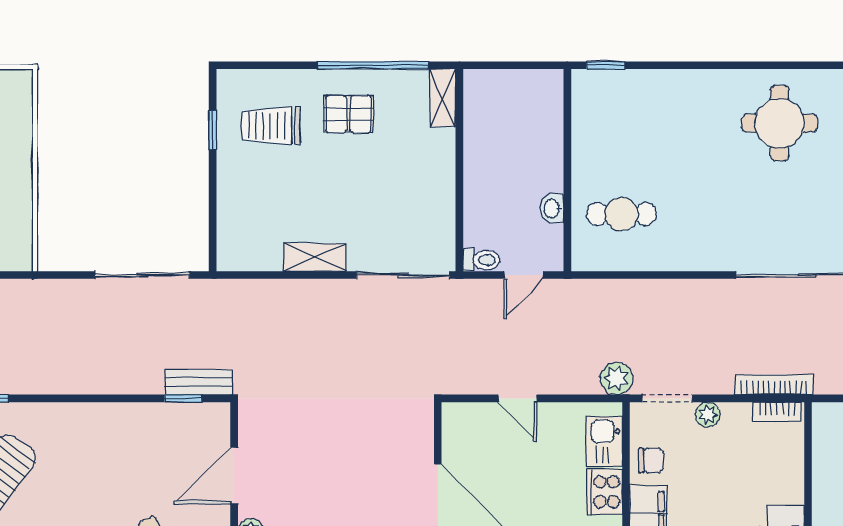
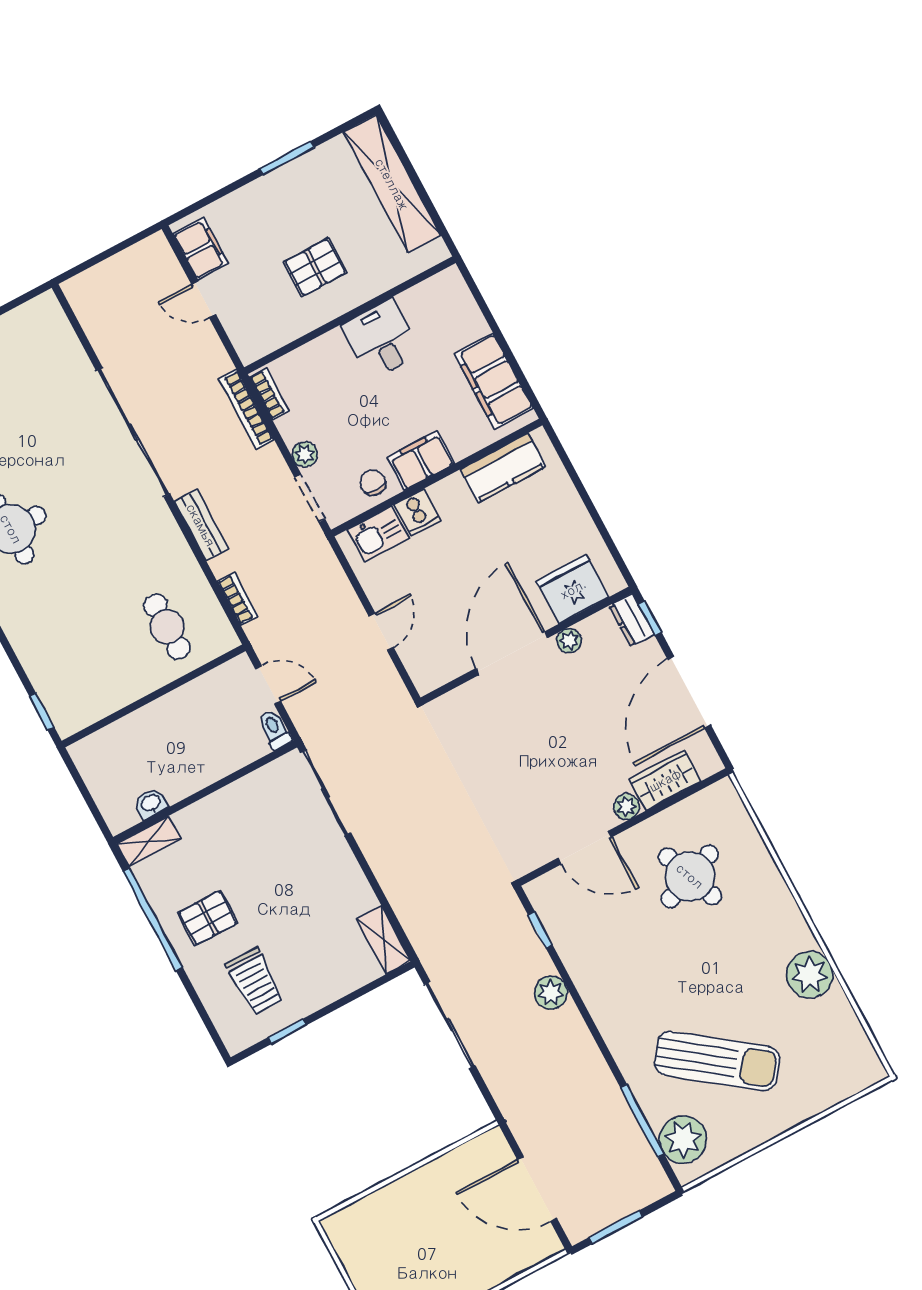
pallet: (348, 114) -> (208, 918), turned 90
washbasin: (552, 208) -> (151, 803), moved, turned 180
shelving: (315, 257) -> (384, 940), moved
bookcase: (613, 289) -> (238, 599), added
plant: (617, 378) -> (551, 993), moved
bench: (199, 382) -> (201, 525), moved
cooker: (605, 492) -> (417, 512), width x0.73

